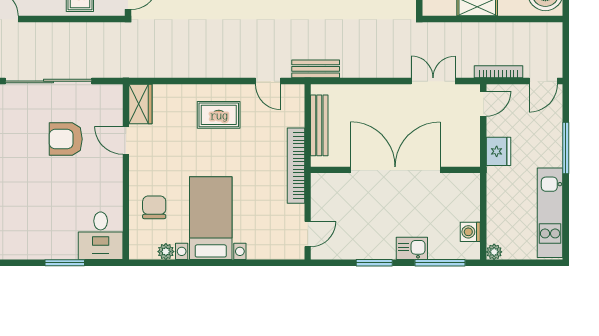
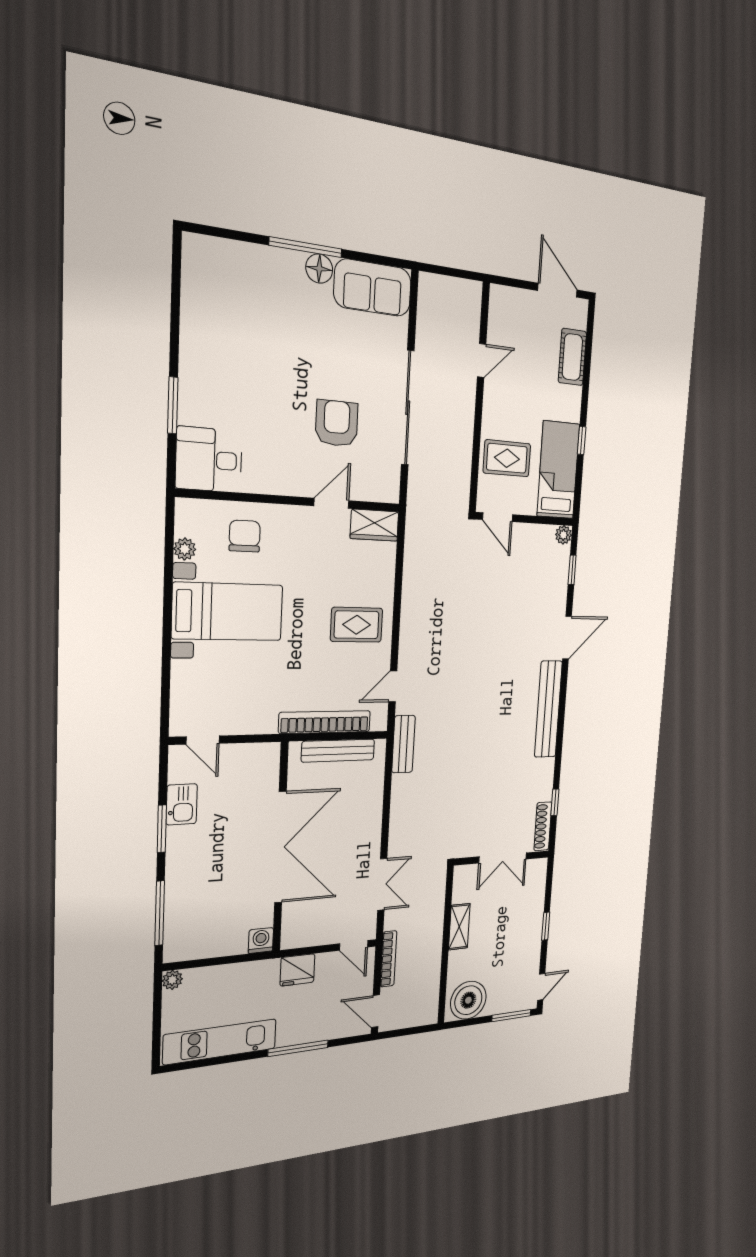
rug: (219, 115) -> (357, 625), turned 90
bookcase: (296, 166) -> (325, 722), moved
chair: (154, 207) -> (245, 536), turned -90
washing machine: (470, 232) -> (261, 940), moved
kitchen sink: (412, 248) -> (182, 804), moved

